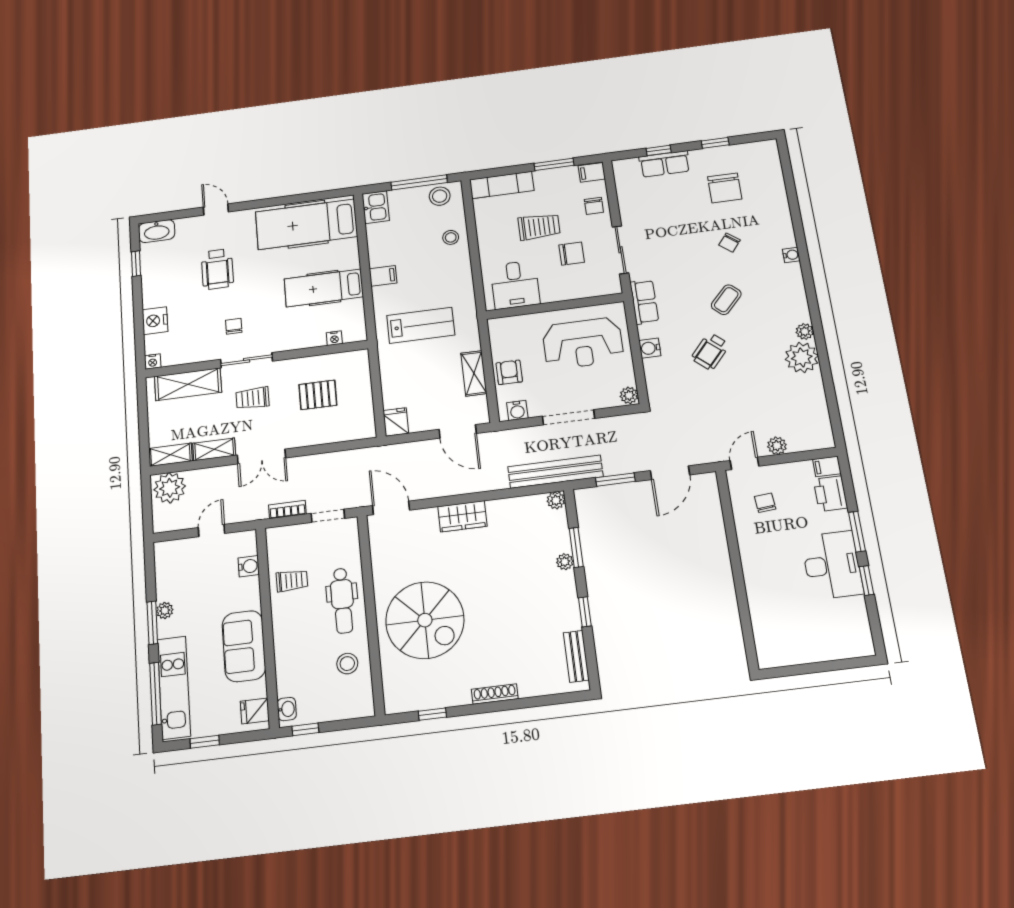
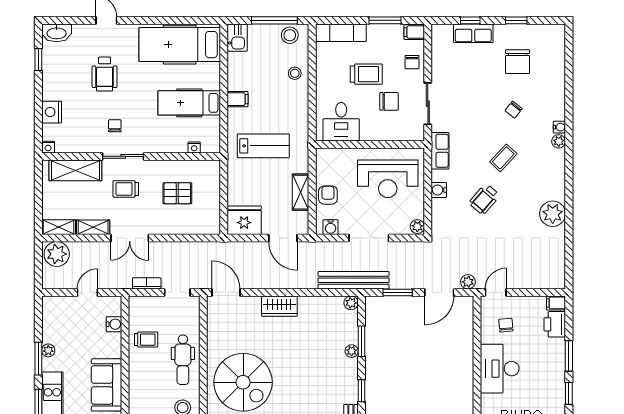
plant: (805, 331) -> (559, 141), moved
fridge: (396, 422) -> (244, 220), width x1.88, depth x1.34
plant: (777, 446) -> (468, 282), moved
desk: (832, 565) -> (500, 369), moved, turned 180

